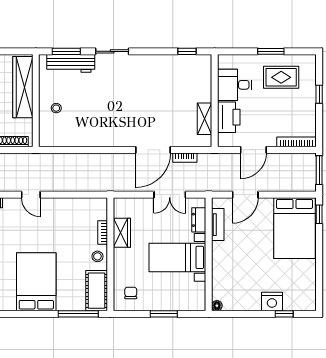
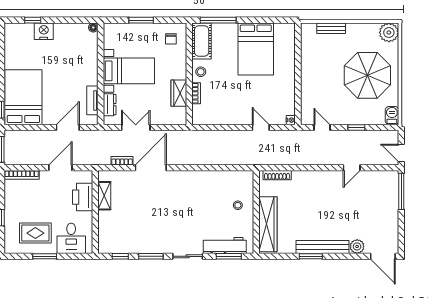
window: (153, 51) -> (151, 256), added
desk: (235, 85) -> (71, 238), moved, turned 90

